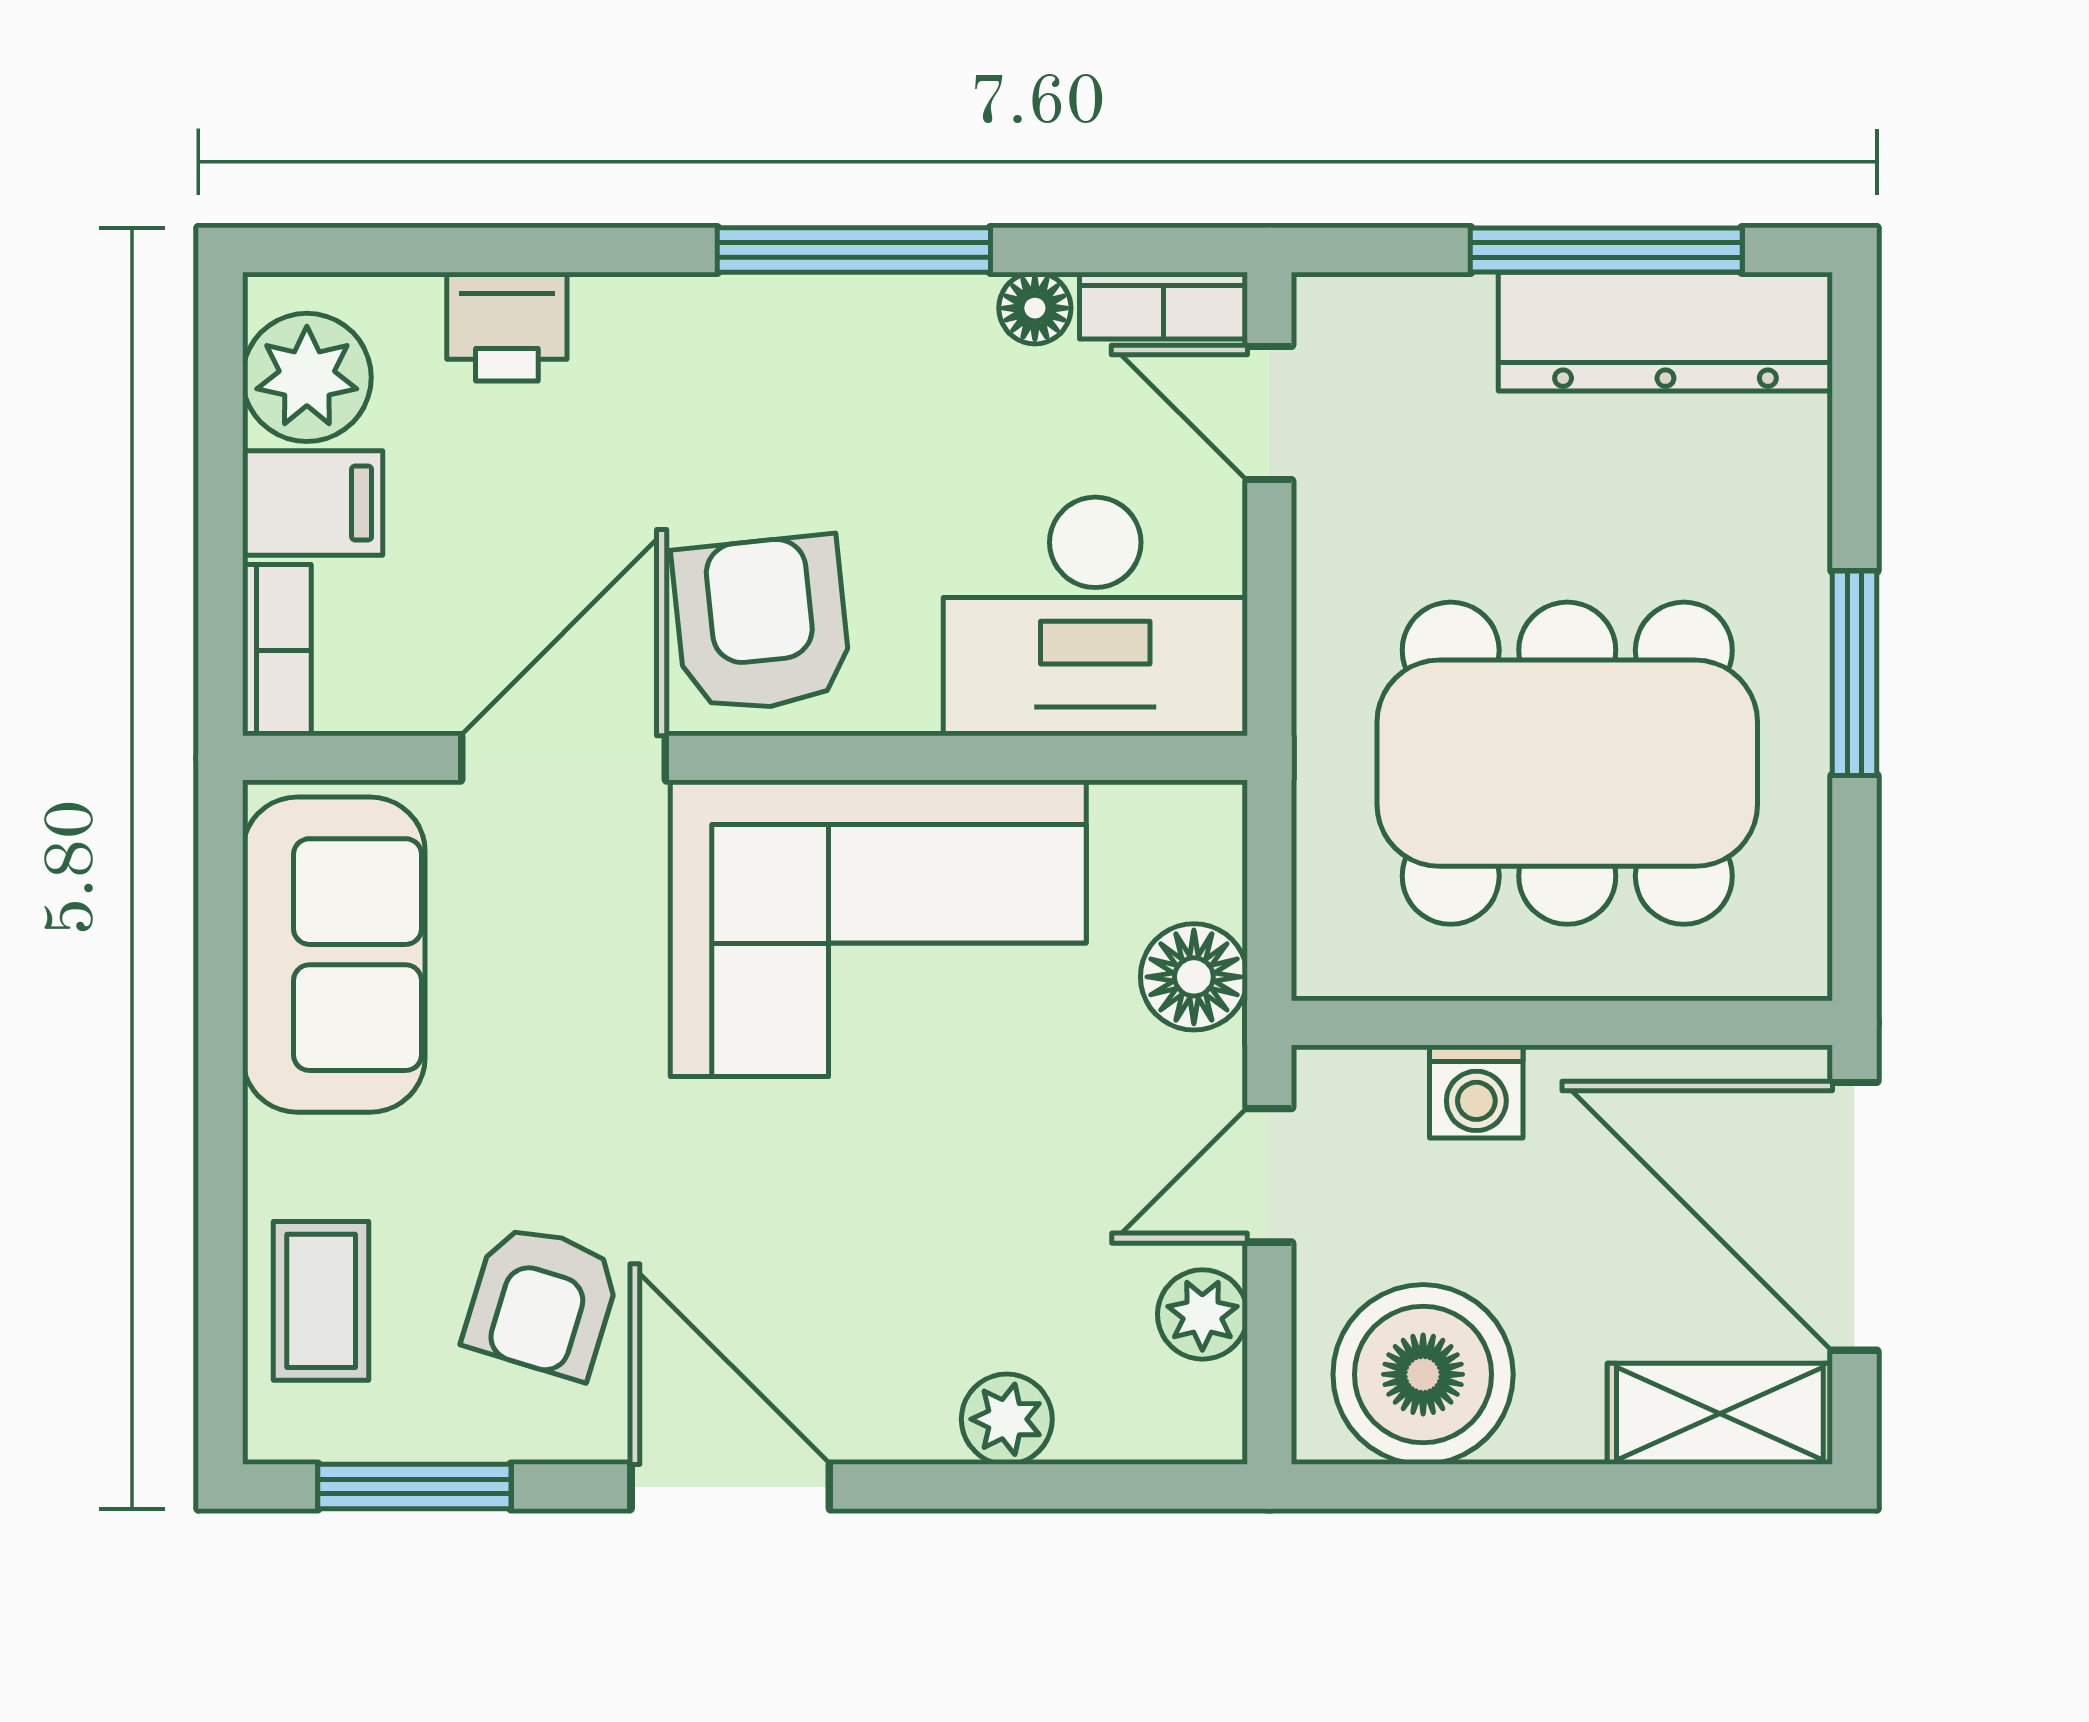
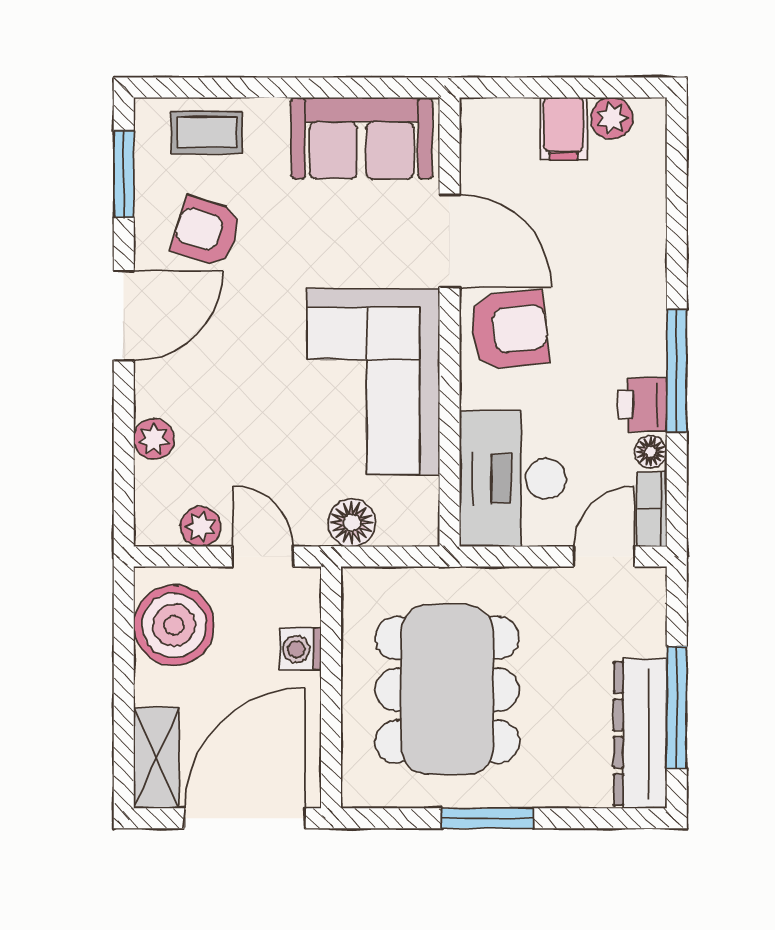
printer: (507, 327) -> (642, 405), moved
plant: (307, 377) -> (612, 118), width x0.73, depth x0.73
bookcase: (277, 650) -> (498, 113), removed

